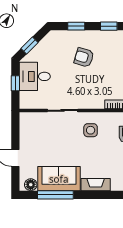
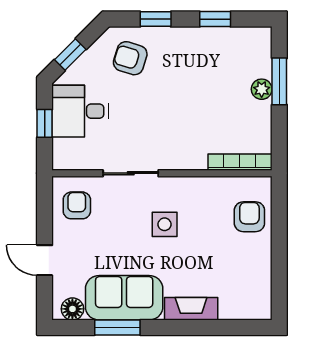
armchair: (84, 57) -> (130, 58), moved
armchair: (33, 128) -> (77, 205), added
side table: (91, 130) -> (165, 224), moved
window: (55, 195) -> (117, 327), width x0.69

